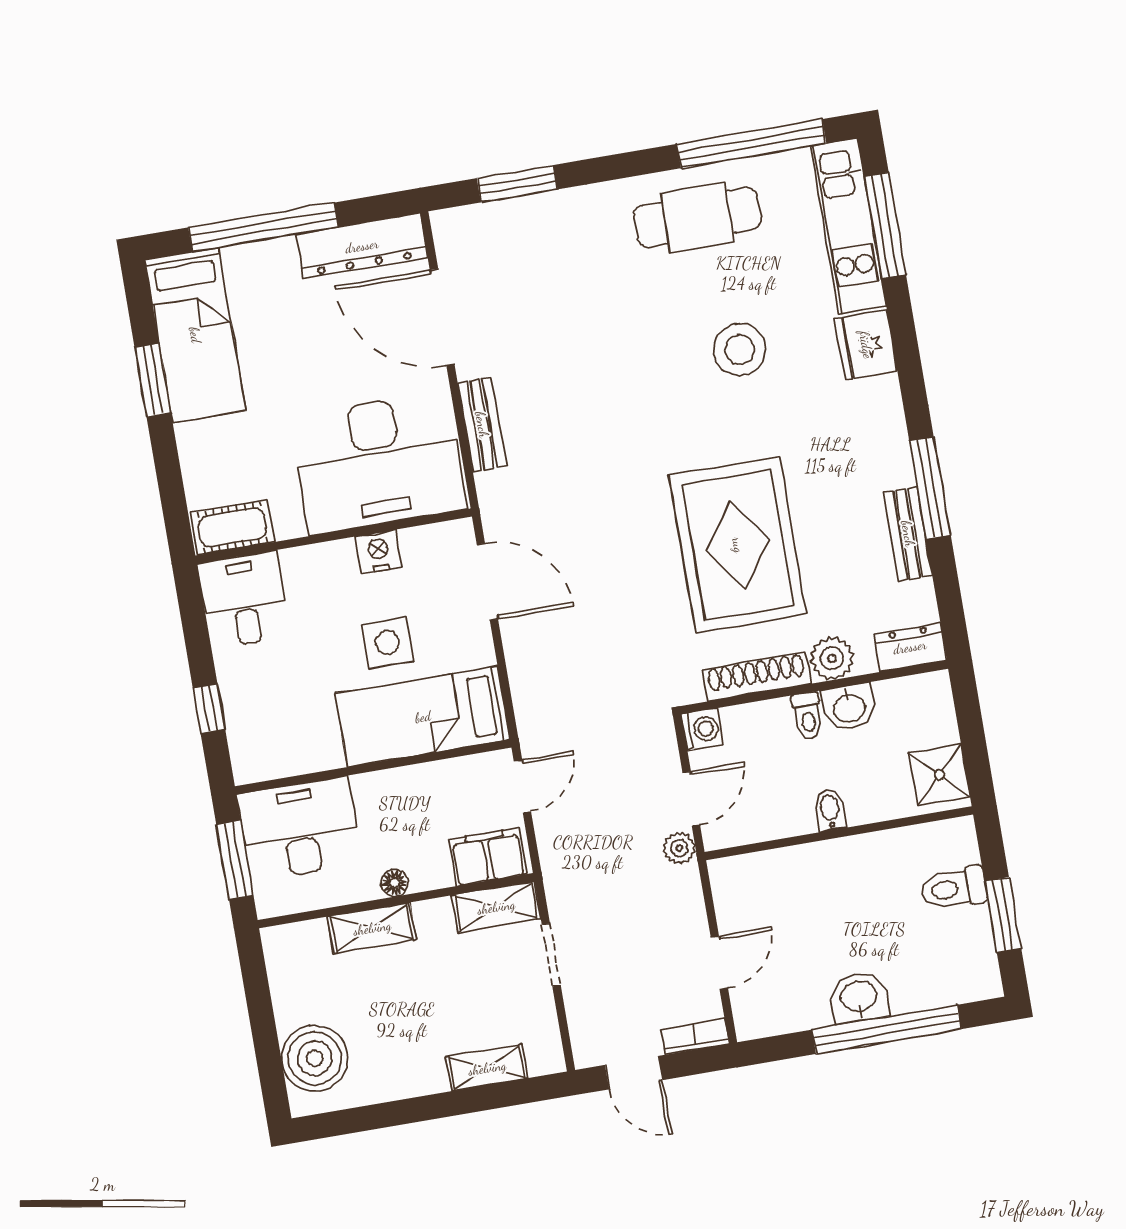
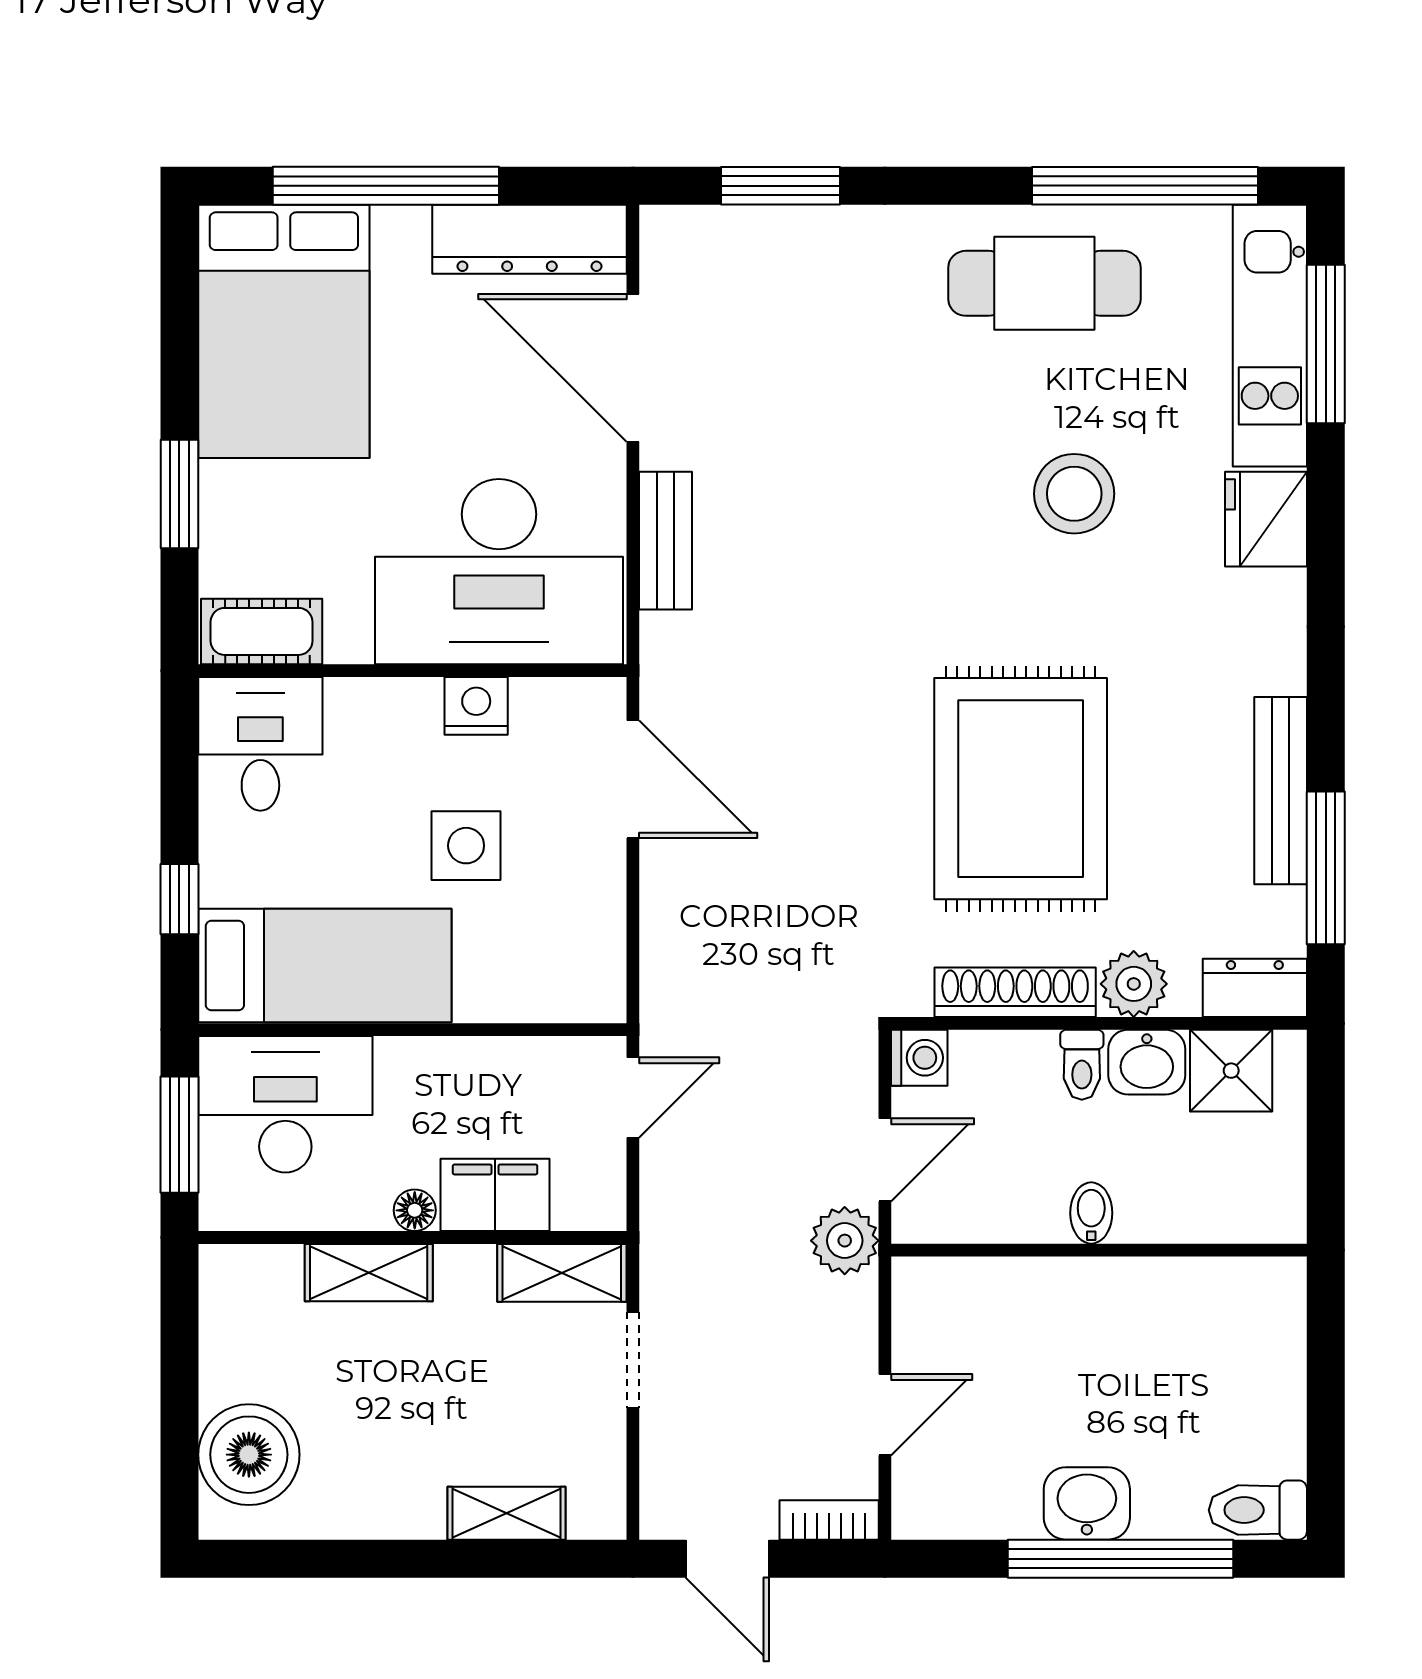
bed: (195, 335) -> (284, 331), width x1.50
window: (153, 380) -> (179, 494), moved
window: (930, 488) -> (1326, 868), moved
bench: (908, 534) -> (1281, 791), width x1.36
bed: (423, 717) -> (325, 966), moved, turned 180
shower: (939, 775) -> (1231, 1071), moved
plant: (679, 848) -> (845, 1241), width x1.38, depth x1.38
filing cabinet: (488, 857) -> (495, 1195), moved
toilet: (953, 888) -> (1258, 1510), moved
window: (1003, 915) -> (1326, 1416), removed

